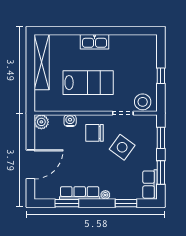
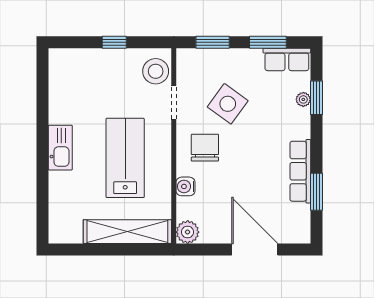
shelving: (42, 62) -> (127, 232), moved
chair: (94, 133) -> (205, 148), turned 180
plant: (105, 195) -> (303, 99), moved

